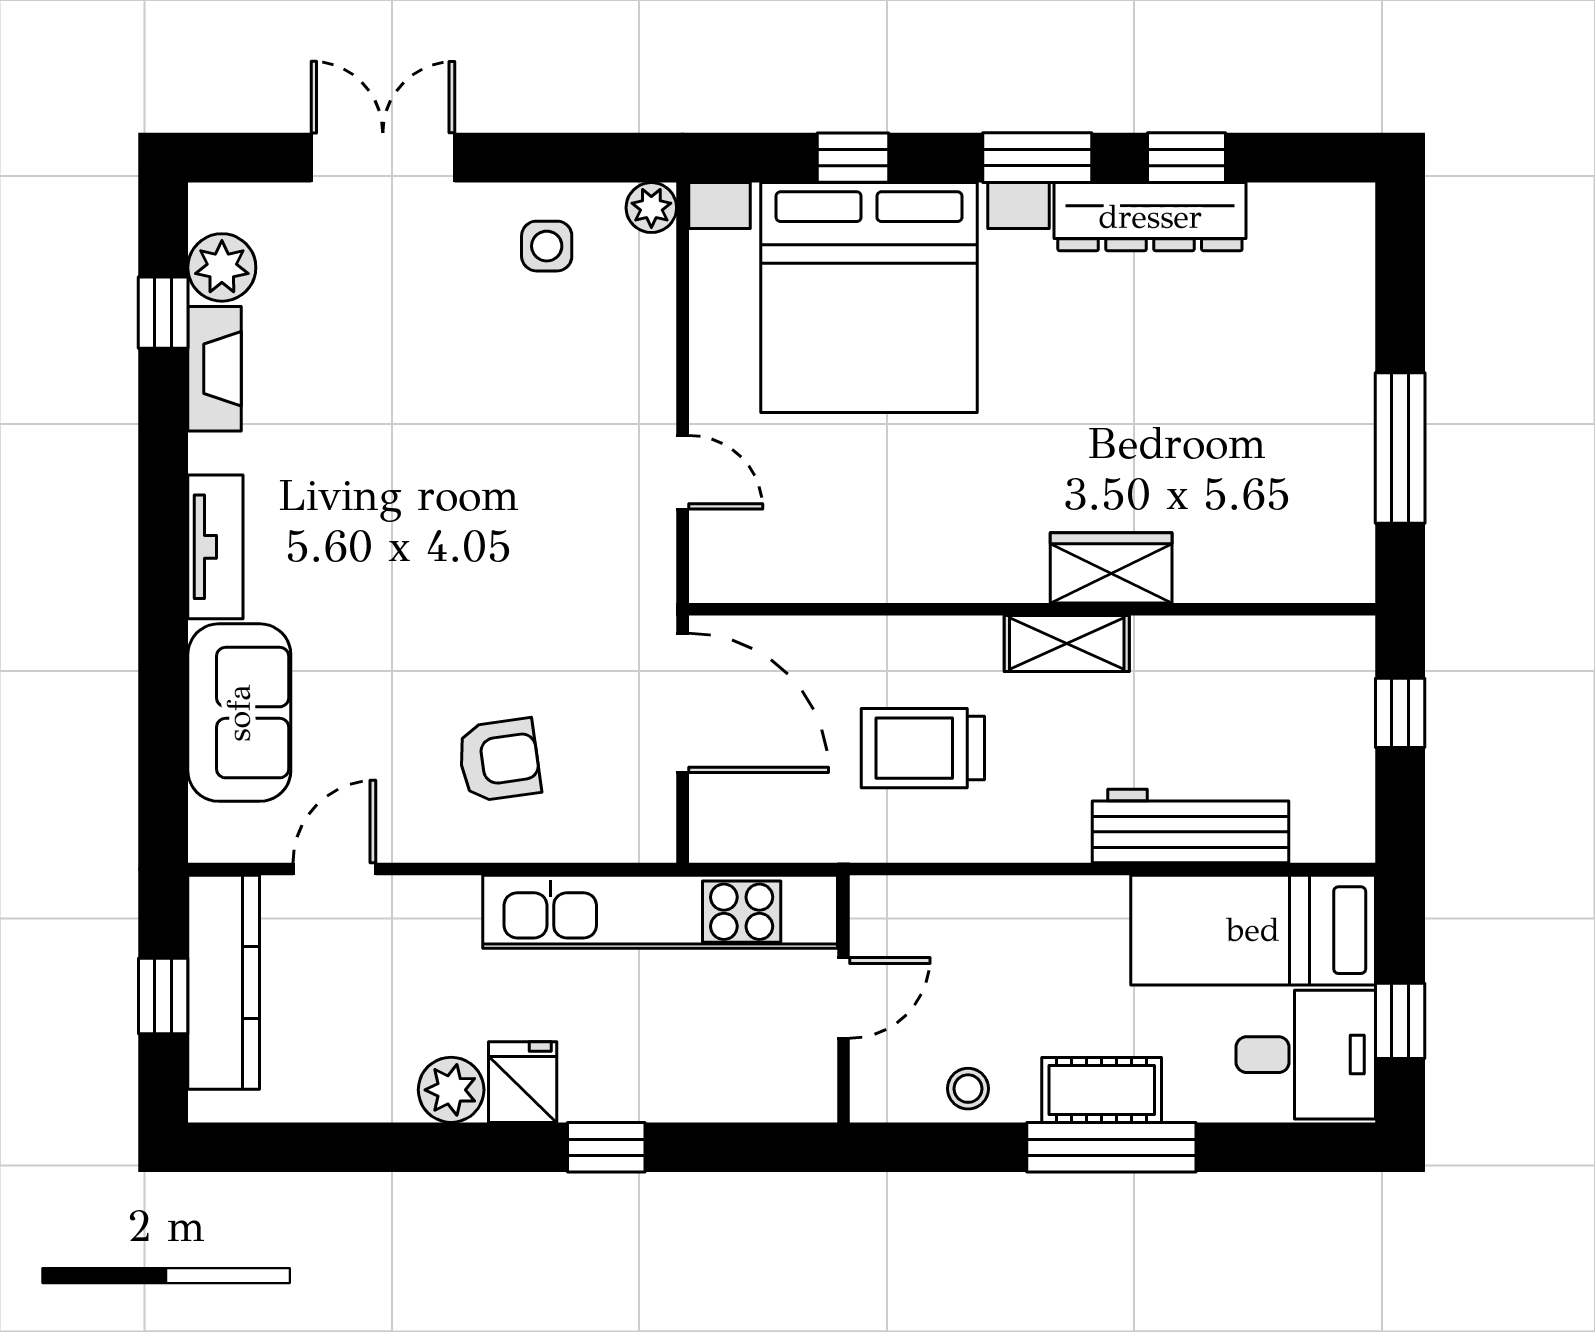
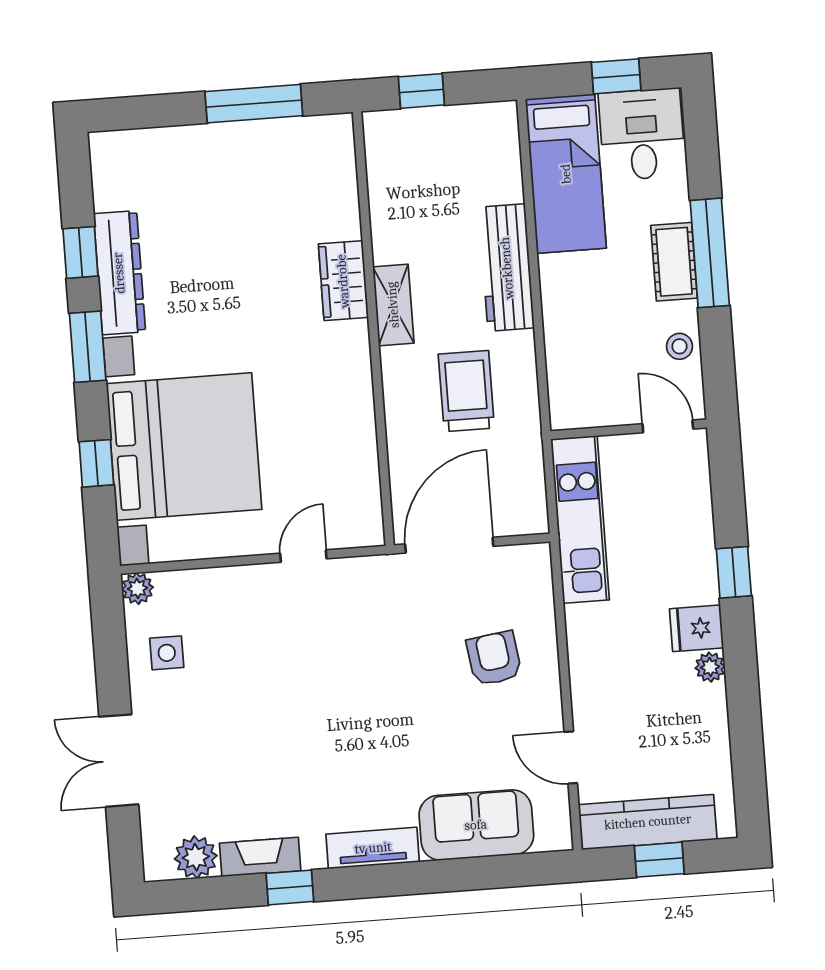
window: (163, 313) -> (290, 887), moved
trolley: (923, 748) -> (466, 391), turned 180
workbench: (1190, 826) -> (507, 268), moved
kitchen unit: (660, 912) -> (580, 520), width x0.73
door: (843, 998) -> (668, 426), moved
plant: (451, 1090) -> (710, 667), width x0.73, depth x0.73

